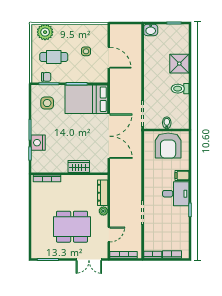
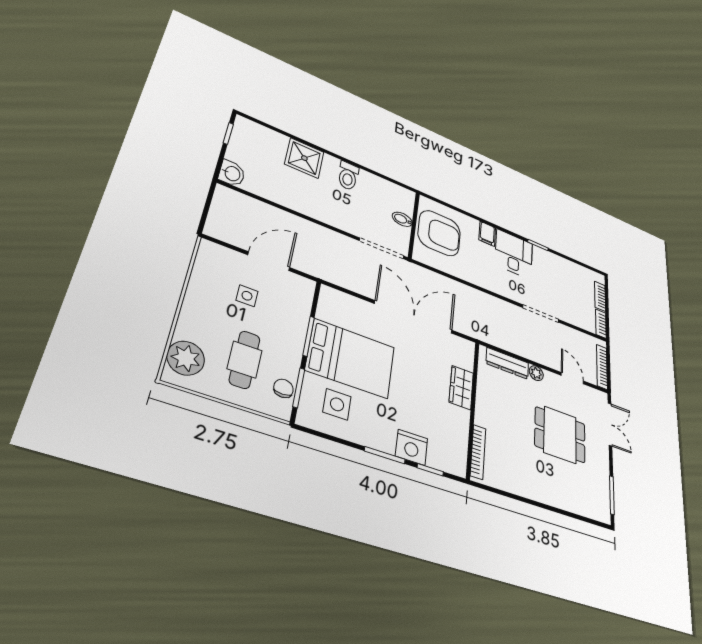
bed: (86, 99) -> (351, 359), moved, turned -90
dining table: (72, 227) -> (560, 435), width x0.73

